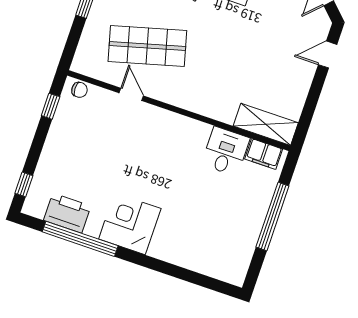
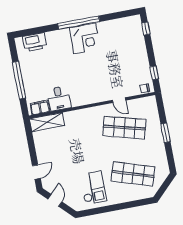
shop shelf: (147, 46) -> (124, 128), turned 30
printer: (67, 213) -> (35, 42), moved
window: (80, 239) -> (79, 23), moved

